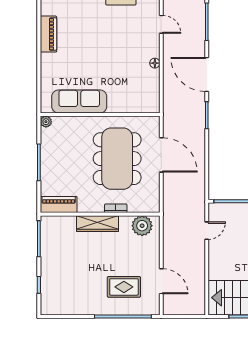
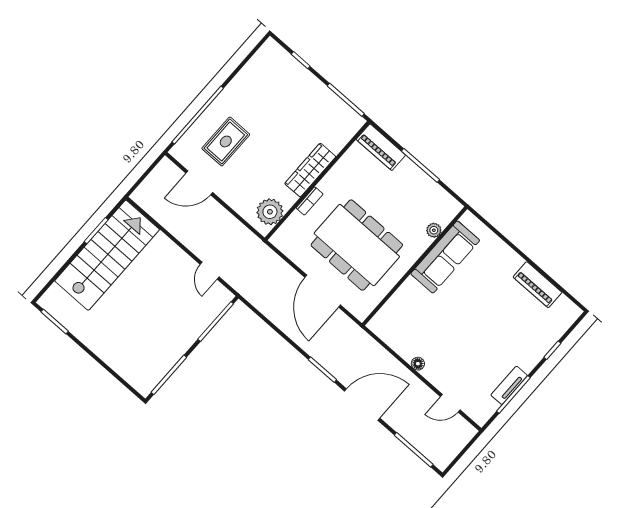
plant: (46, 122) -> (434, 230), moved
door: (161, 155) -> (323, 291), hinge flipped
piano: (59, 204) -> (381, 147), moved, turned 90

